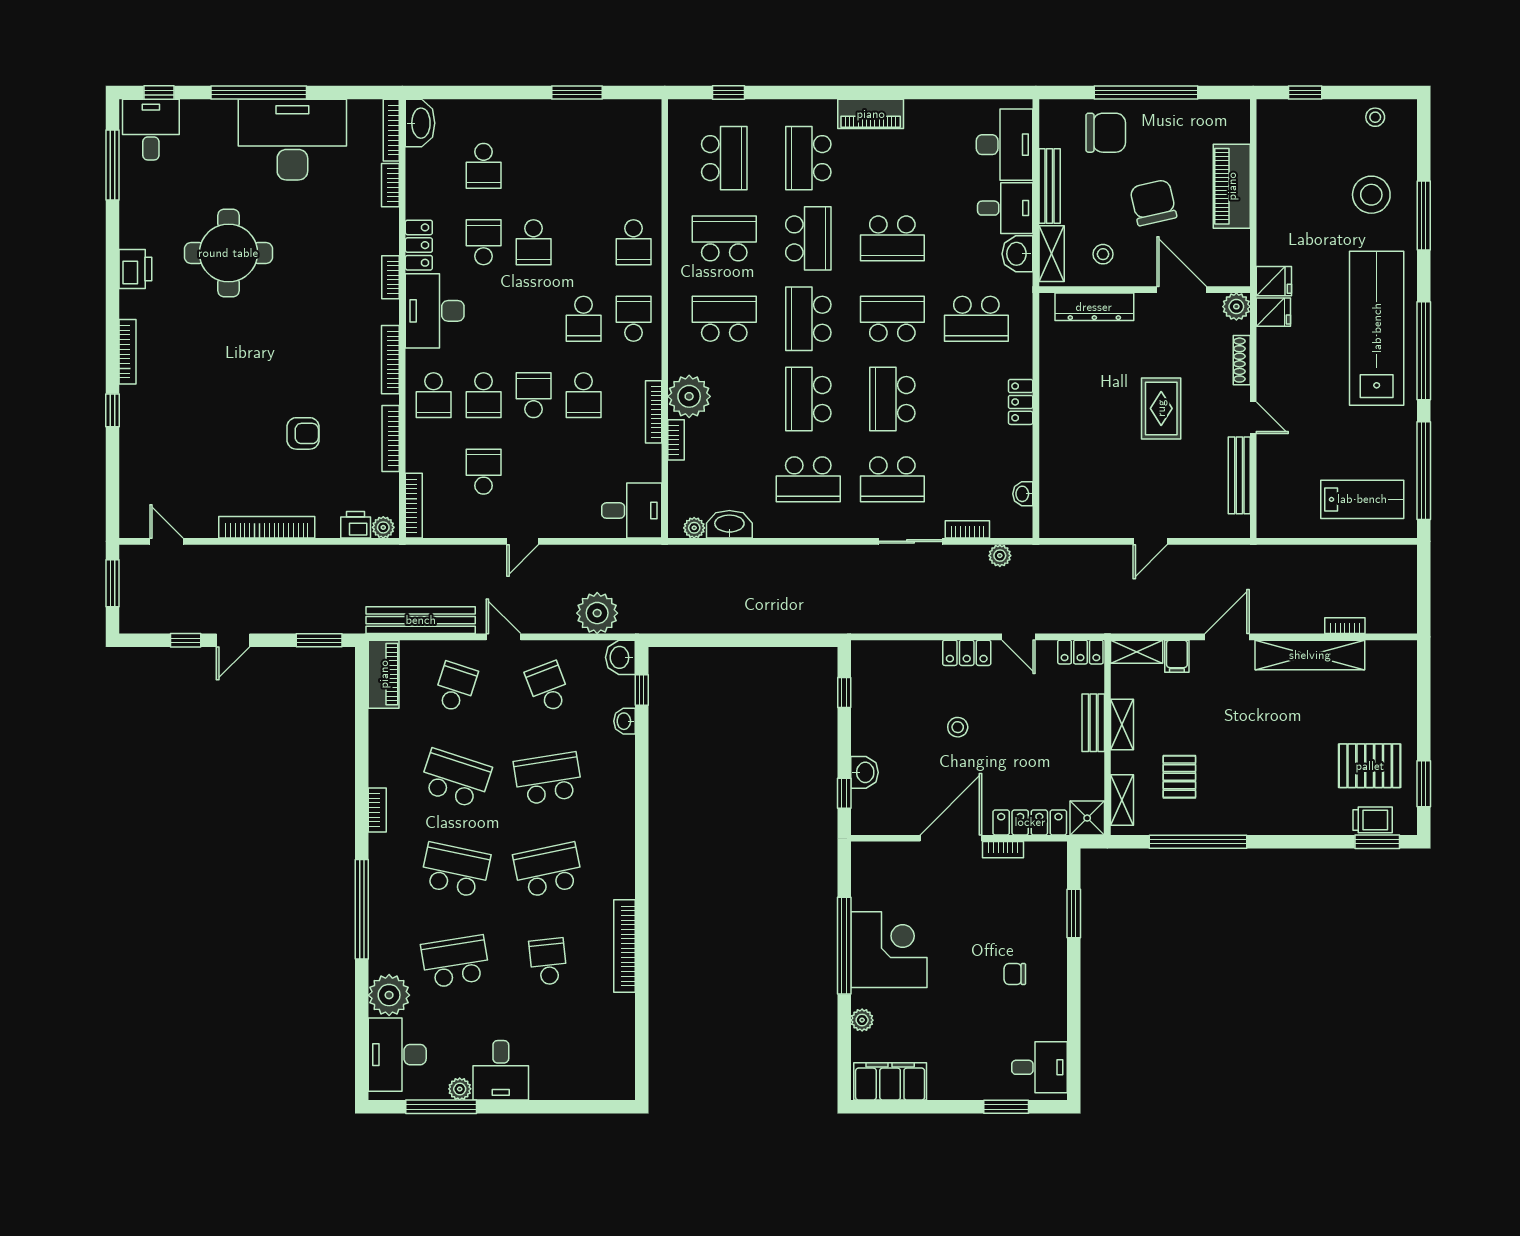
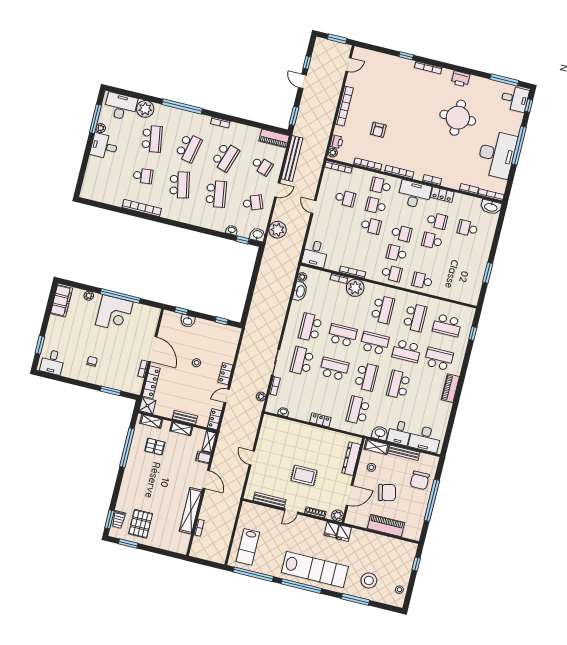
school desk: (584, 395) -> (402, 233), moved, turned 180

